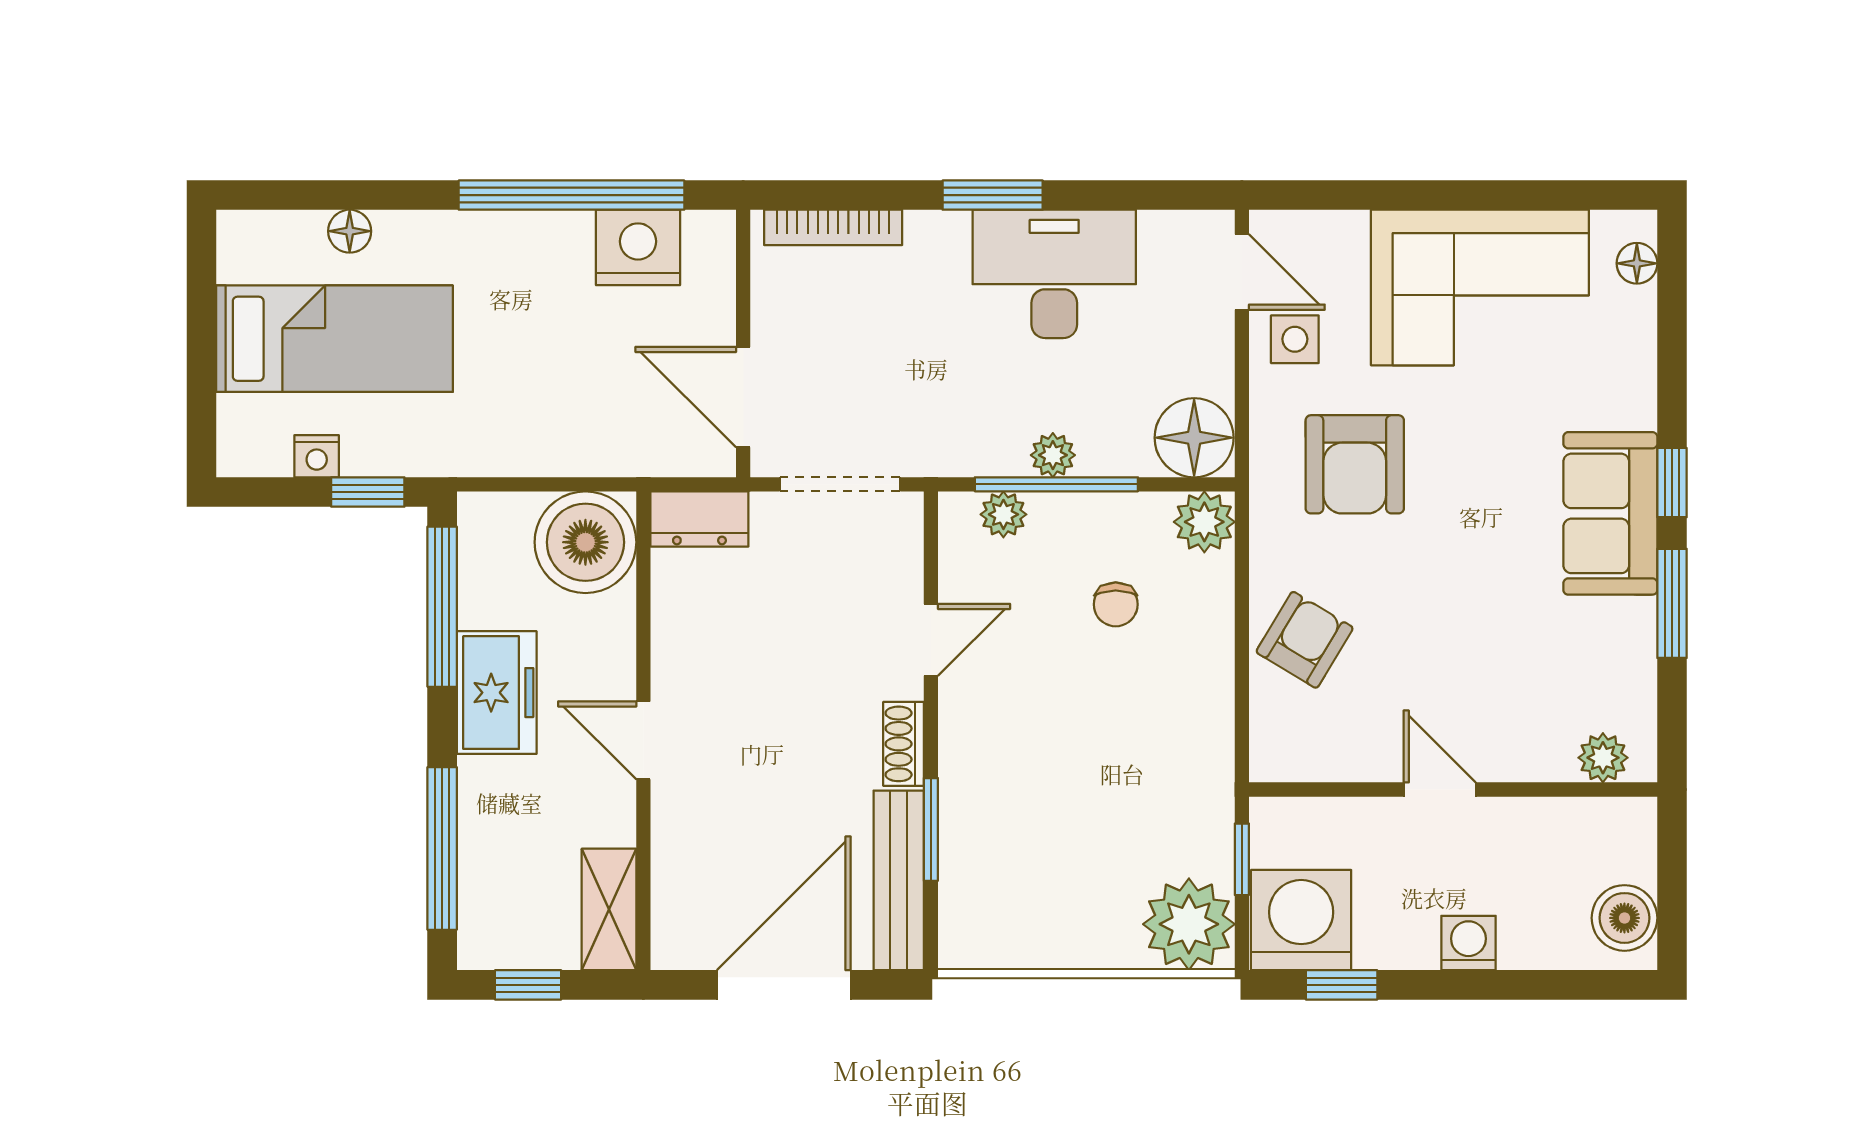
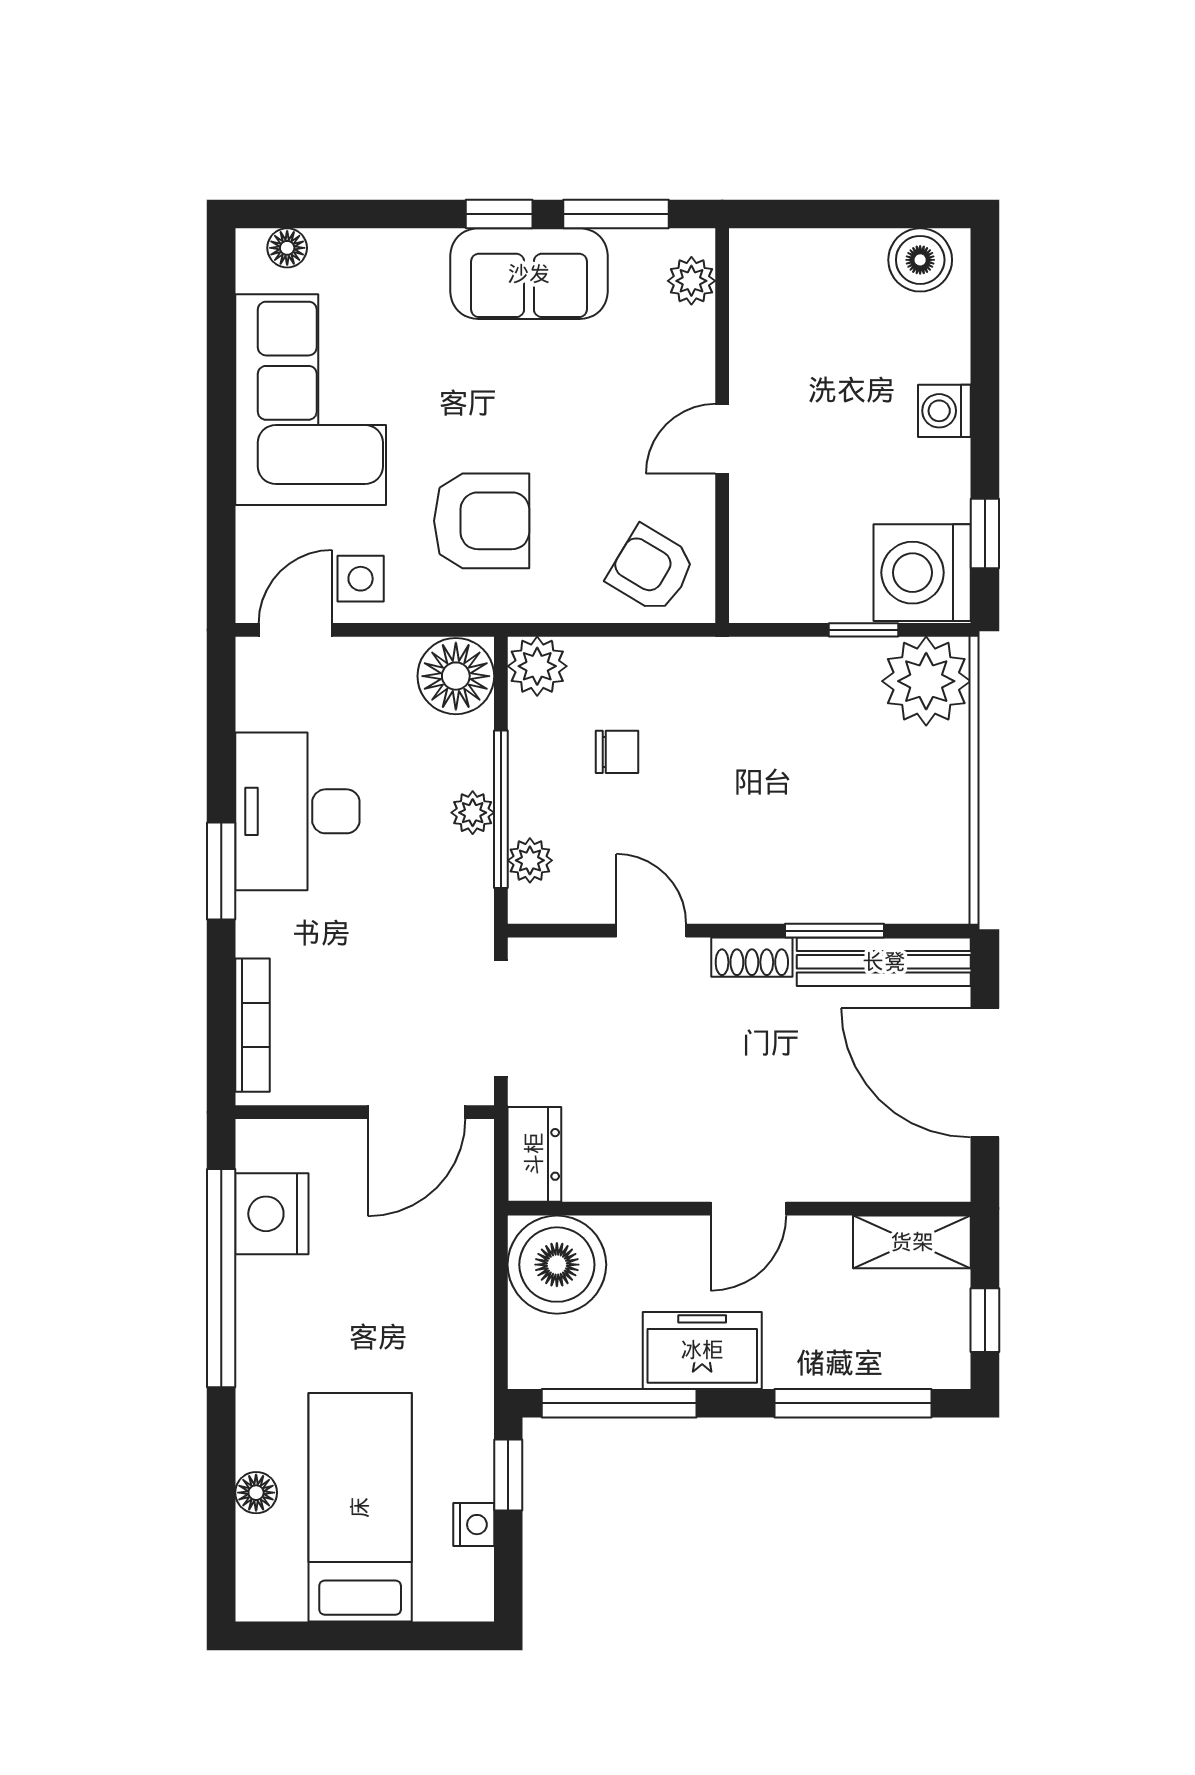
plant: (1603, 758) -> (691, 281), moved
door: (1440, 789) -> (722, 439), moved
wall: (1453, 789) -> (722, 426), moved

